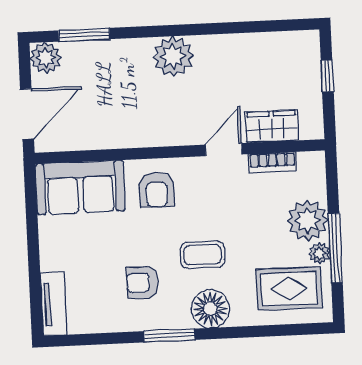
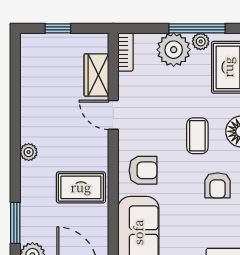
plant: (173, 56) -> (29, 152), width x0.53, depth x0.53
rug: (132, 114) -> (81, 187), added
bookcase: (272, 162) -> (125, 52), moved

